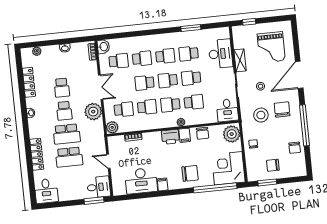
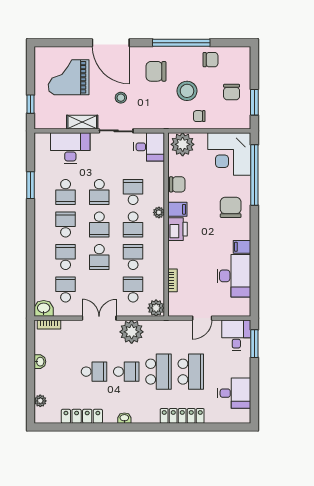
grand piano: (271, 47) -> (69, 77), turned 180
stool: (261, 115) -> (187, 91), moved
desk: (46, 191) -> (234, 393), moved

